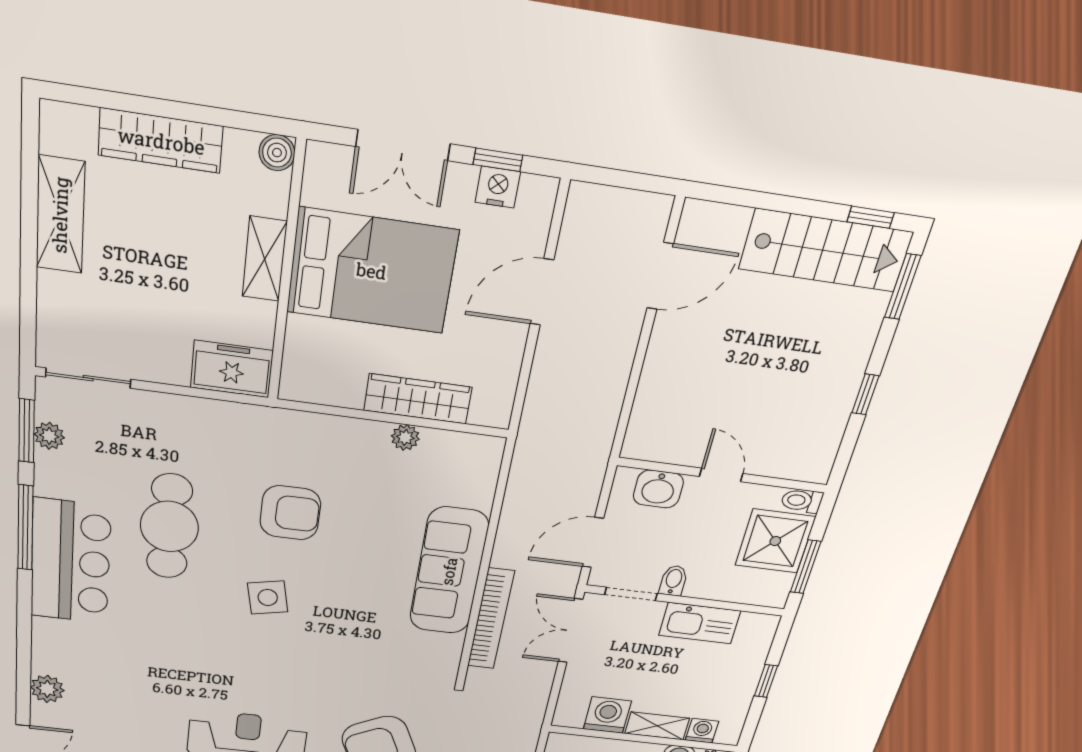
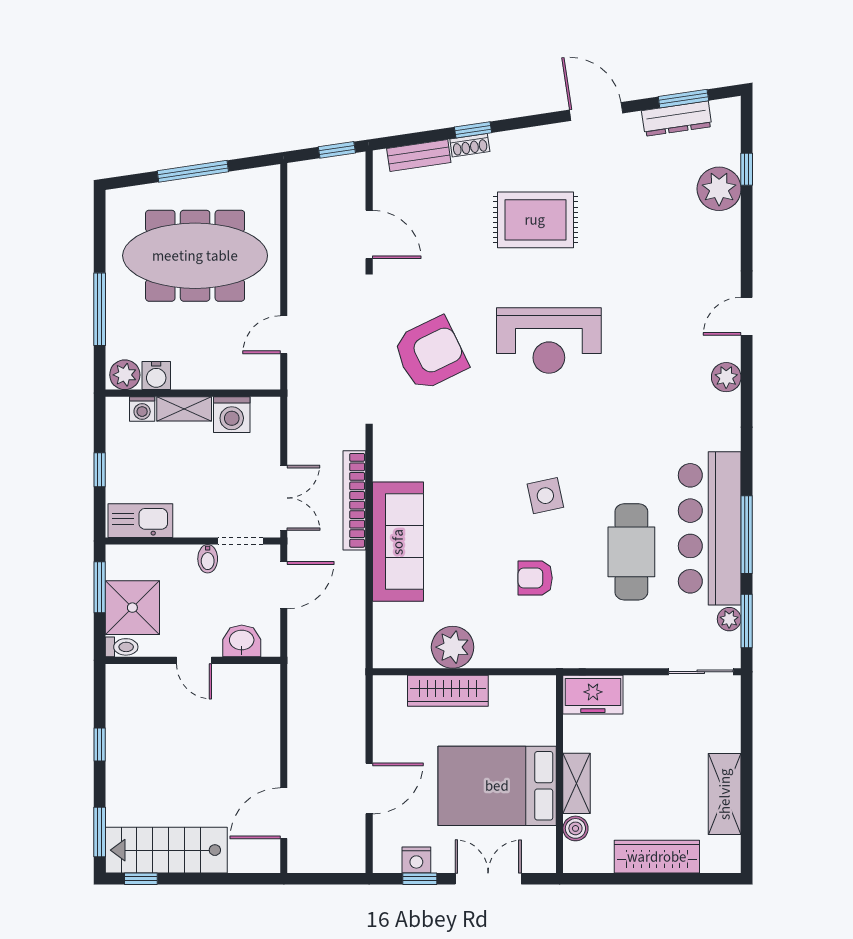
boiler: (277, 153) -> (575, 828), moved
plant: (405, 437) -> (453, 647), width x1.88, depth x1.88
armchair: (290, 513) -> (535, 578), width x0.72, depth x0.72
bar counter: (71, 562) -> (710, 528), width x1.36
kitchen sink: (700, 623) -> (140, 521), moved

